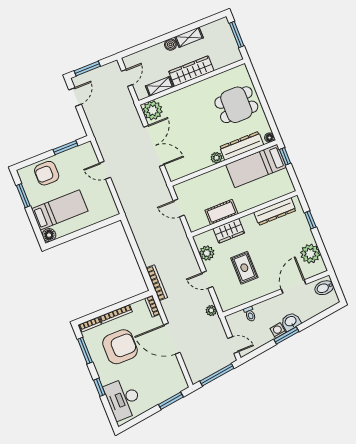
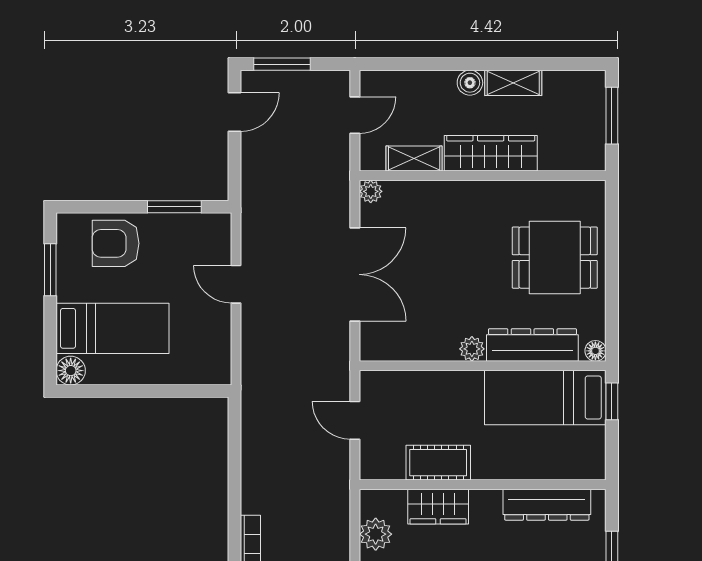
plant: (153, 110) -> (371, 191), width x0.53, depth x0.53

